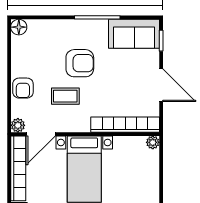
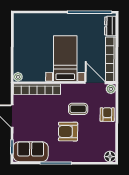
door: (41, 134) -> (95, 83), hinge flipped

